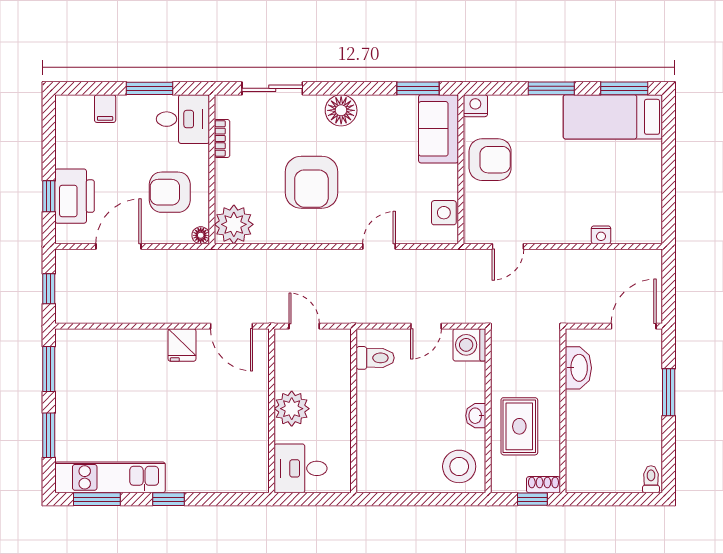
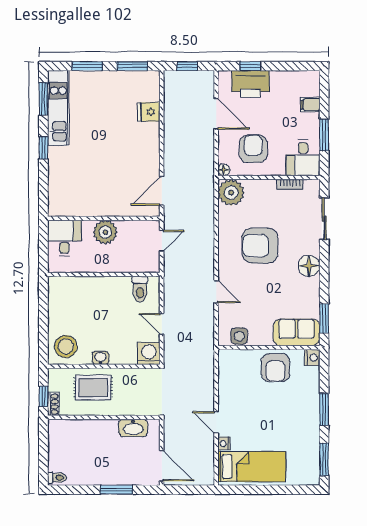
bed: (613, 117) -> (252, 467), moved, turned 90
door: (508, 246) -> (216, 422), moved
fridge: (182, 345) -> (149, 112), moved

